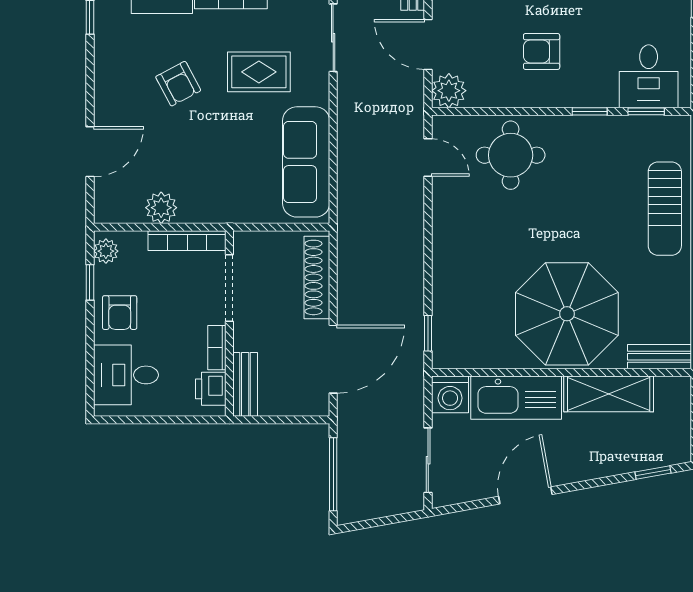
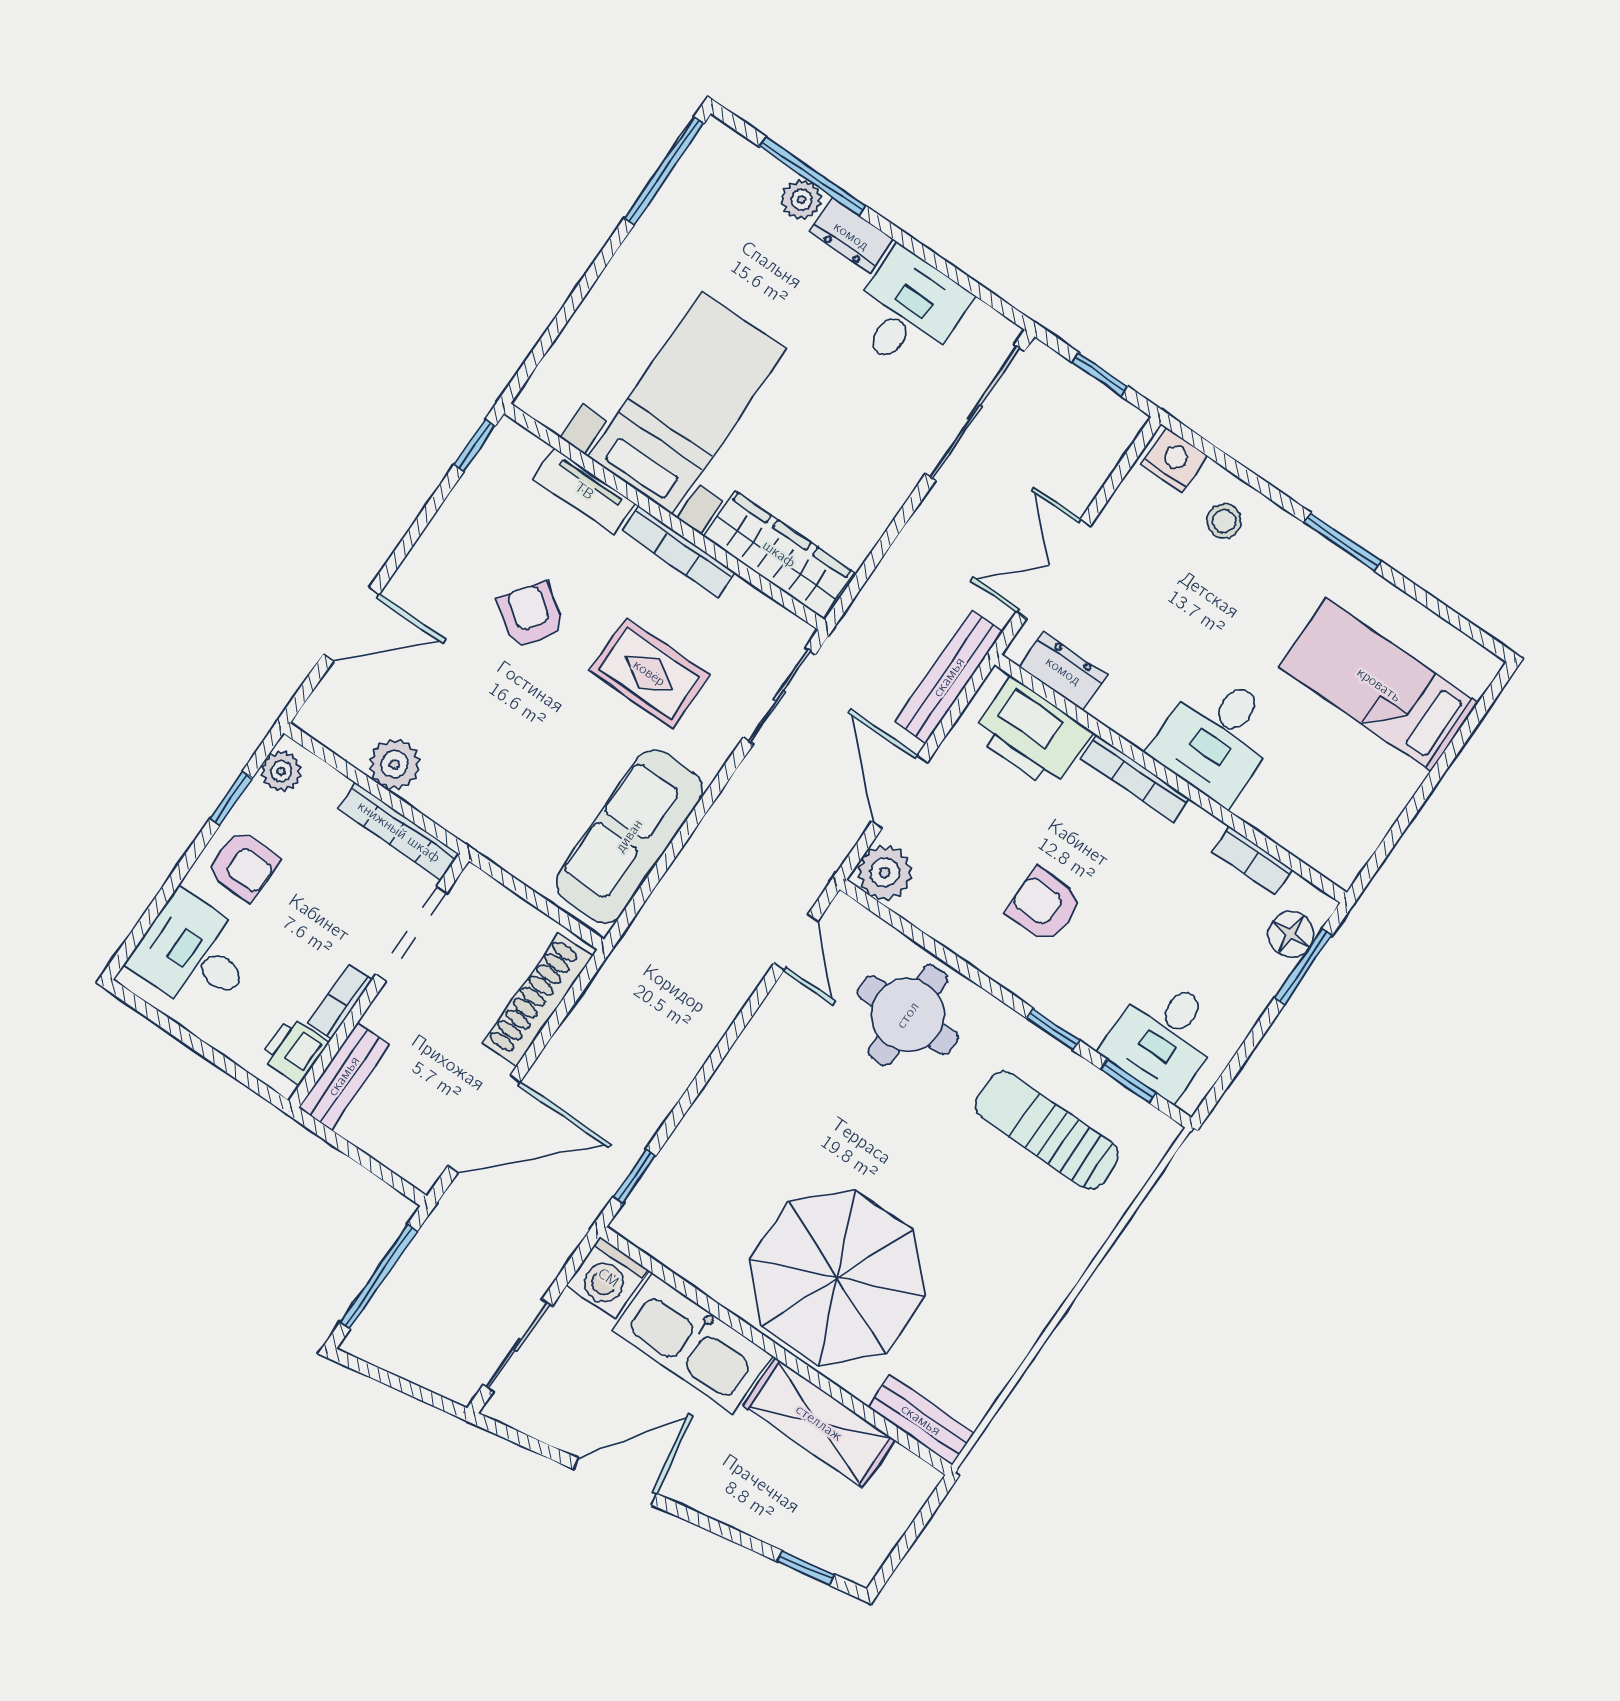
armchair: (178, 84) -> (531, 615), turned 153
sun lounger: (665, 209) -> (1047, 1130), moved, turned 90
armchair: (120, 313) -> (243, 866), turned -90

